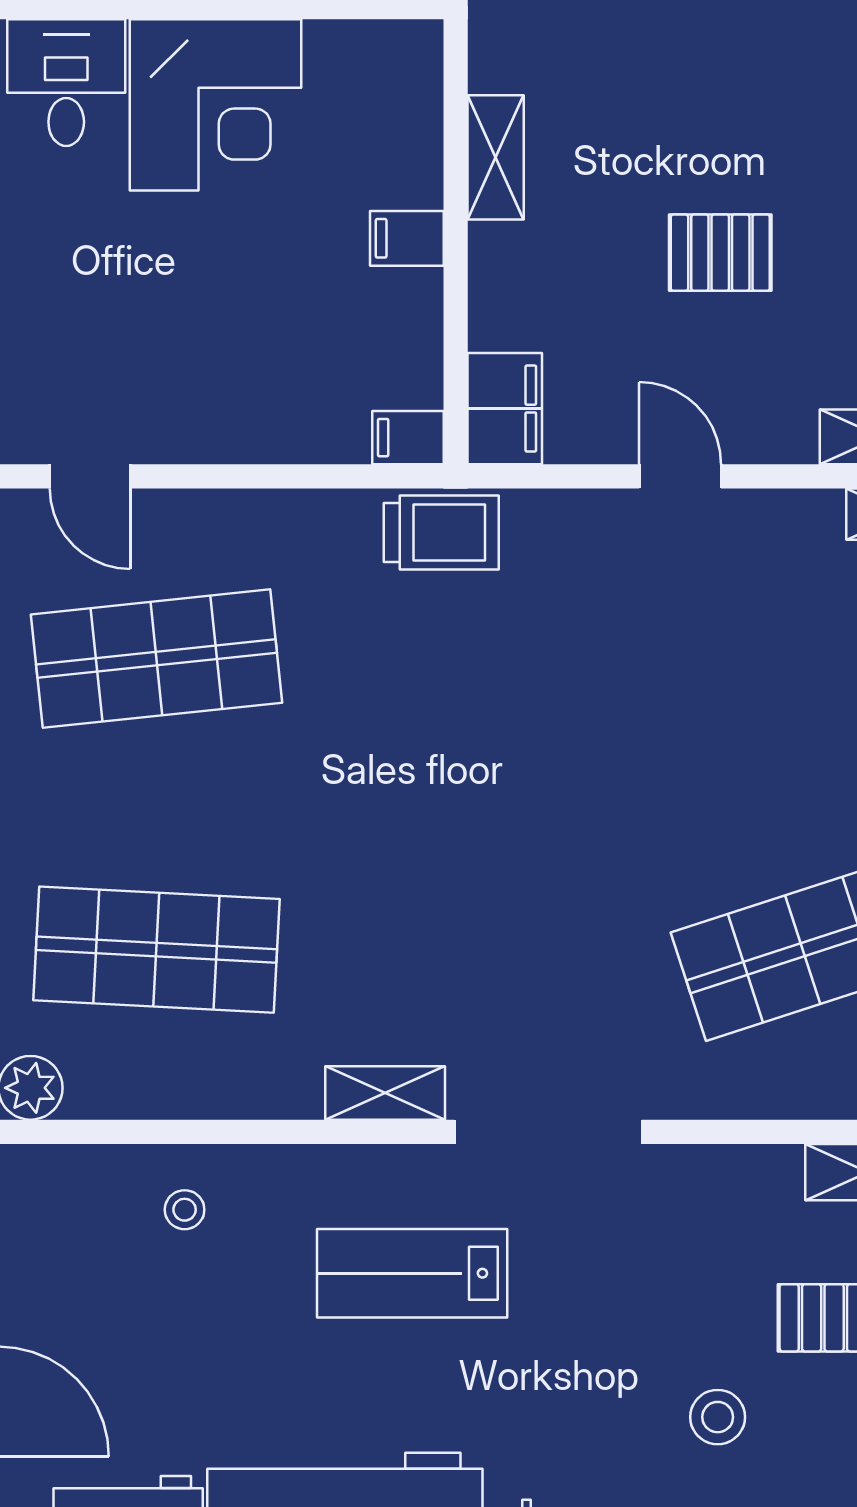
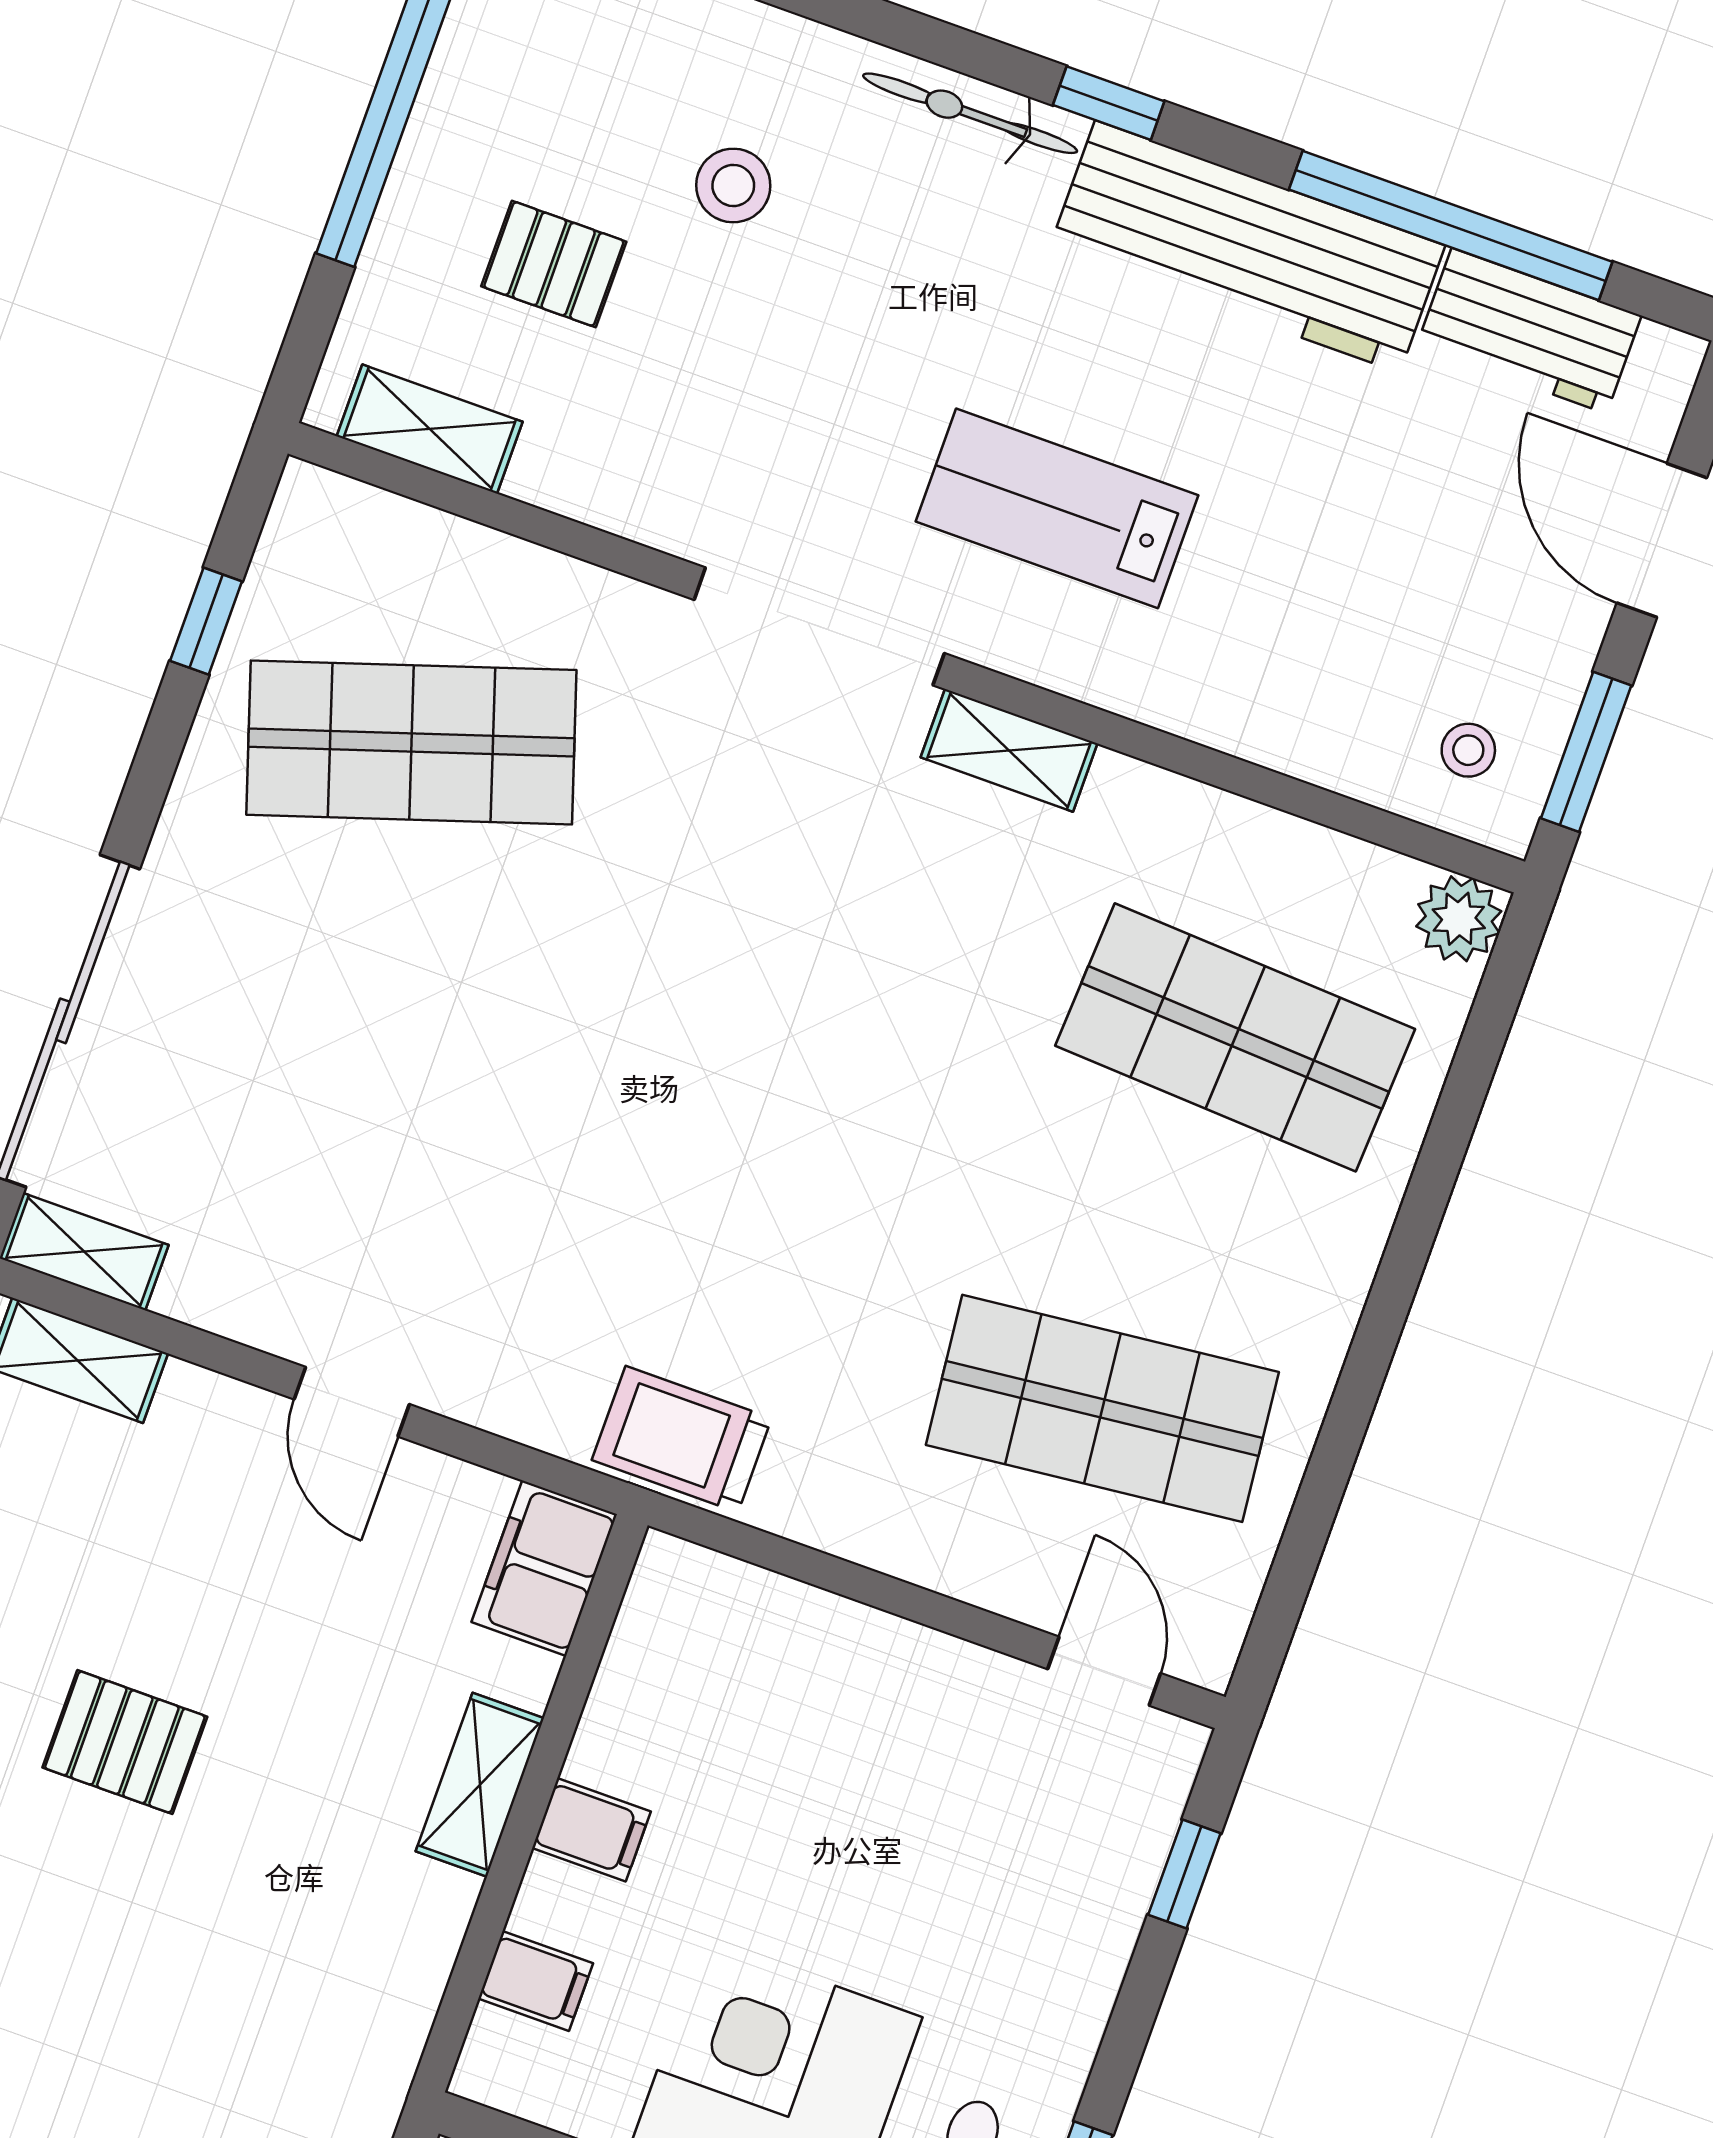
shelving: (496, 157) -> (480, 1785), moved
pallet: (720, 253) -> (125, 1742), moved
filing cabinet: (408, 438) -> (536, 1981), moved
stool: (185, 1210) -> (1468, 750), moved
lab bench: (412, 1273) -> (1057, 508), turned 180

